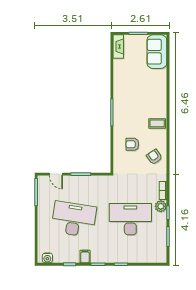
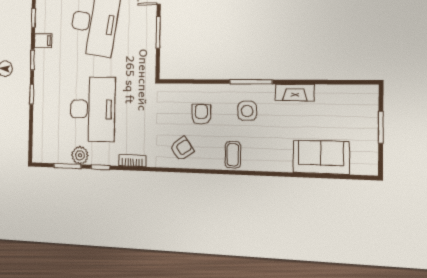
fireplace: (118, 47) -> (295, 92), moved
sofa: (157, 52) -> (321, 157), moved
side table: (130, 115) -> (247, 111), added
plant: (161, 206) -> (80, 155), moved

